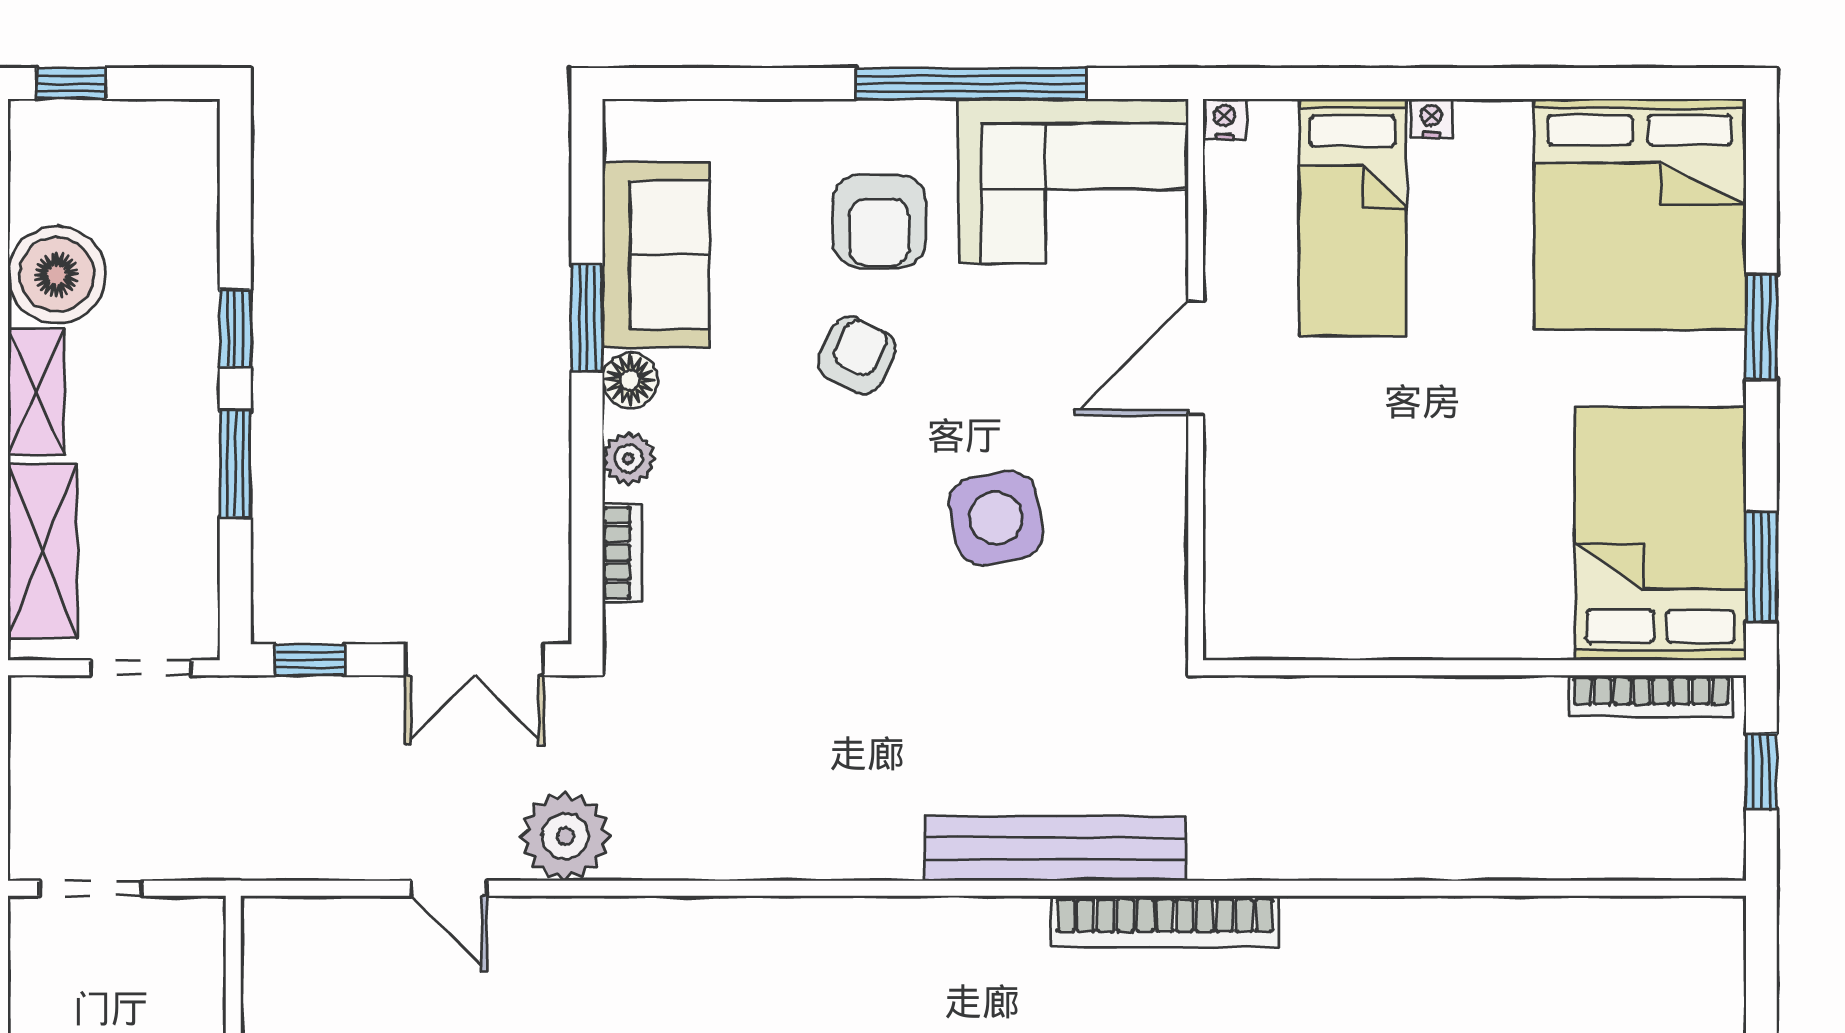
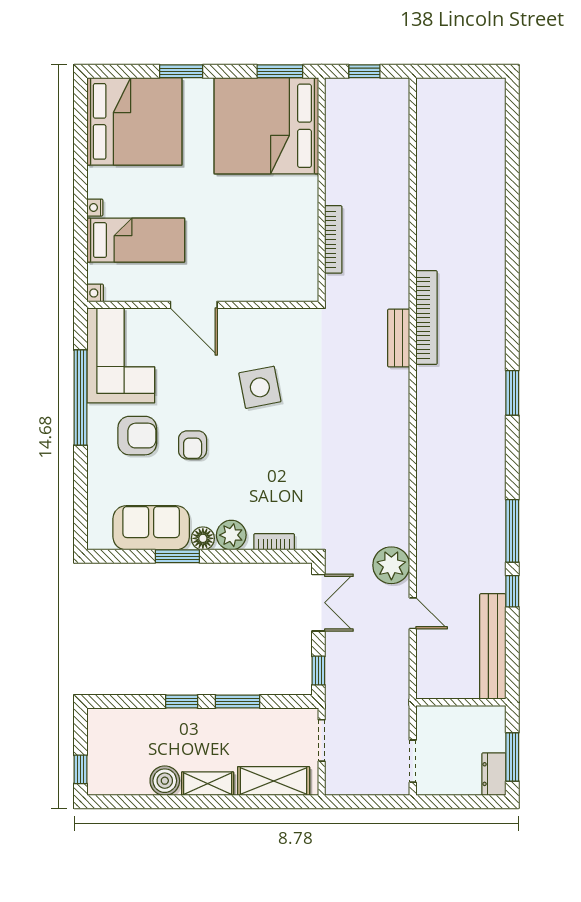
boiler: (57, 275) -> (165, 781), width x0.73, depth x0.73
armchair: (857, 355) -> (193, 445), turned -116
plant: (628, 459) -> (231, 535), width x1.38, depth x1.38
bed: (1660, 534) -> (266, 126), width x1.36
bookcase: (1652, 696) -> (333, 239), moved
bench: (1055, 849) -> (399, 338), width x0.54, depth x0.82
door: (449, 888) -> (413, 613), hinge flipped

